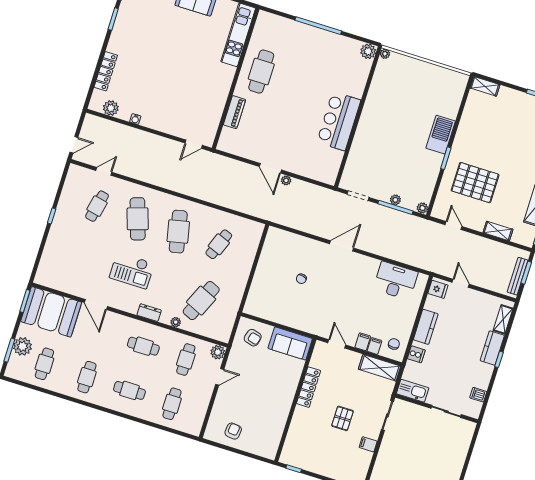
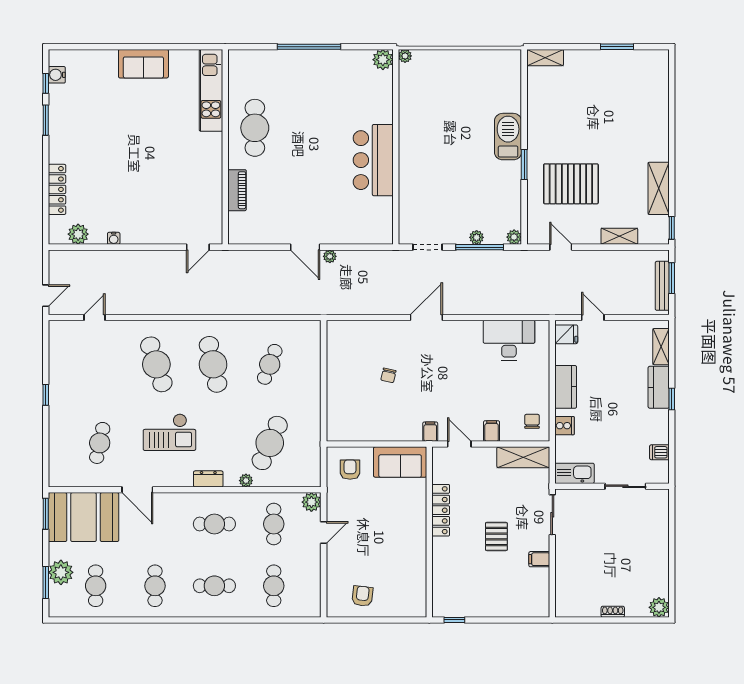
cafe table: (97, 206) -> (100, 443), moved
armchair: (253, 338) -> (350, 470), turned -105
filing cabinet: (375, 346) -> (430, 432), moved

